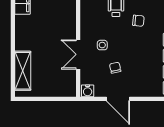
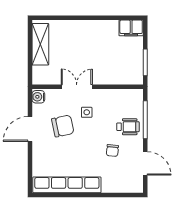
chair: (115, 68) -> (63, 126), width x1.87, depth x1.87
shelving: (23, 71) -> (40, 44), moved, turned 90

